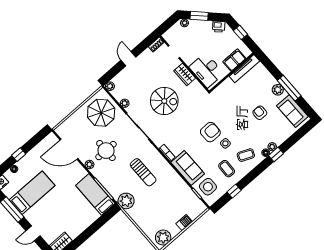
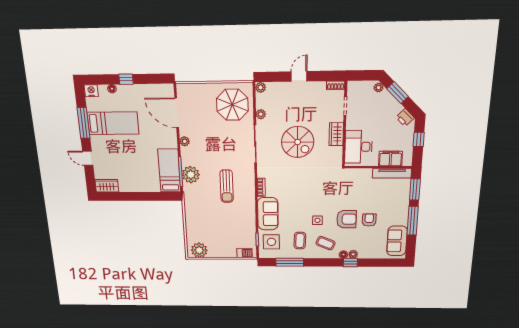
window: (270, 66) -> (415, 189), added
plant: (278, 90) -> (402, 214), removed
armchair: (210, 132) -> (346, 219), moved
round table: (106, 151) -> (209, 141), removed
window: (234, 191) -> (290, 262), width x2.17
plant: (126, 201) -> (191, 175), moved
barbecue: (184, 223) -> (244, 253), moved

